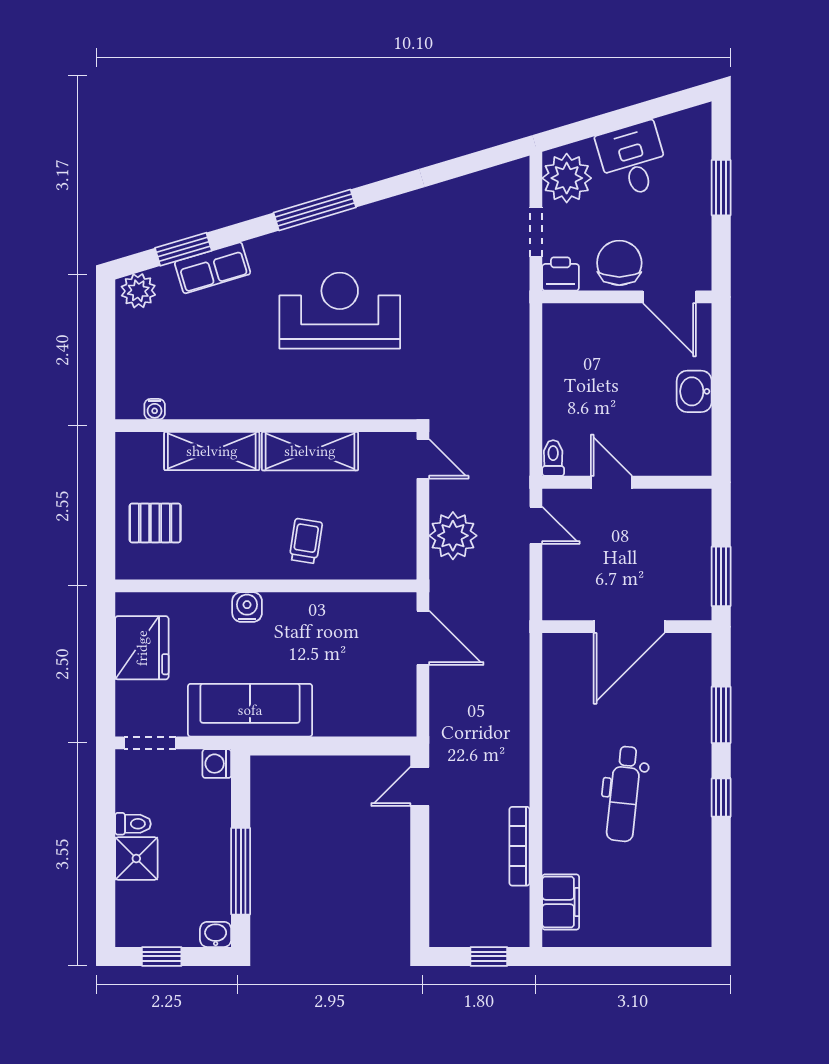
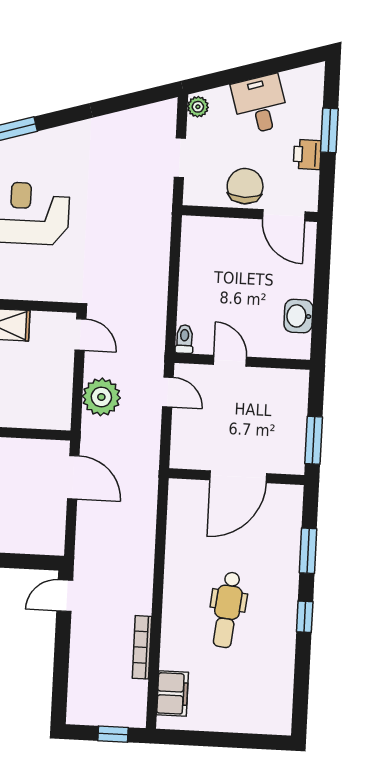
plant: (567, 178) -> (198, 107), width x0.53, depth x0.53
printer: (561, 274) -> (307, 154), moved, turned -90
washbasin: (694, 391) -> (298, 316), moved

